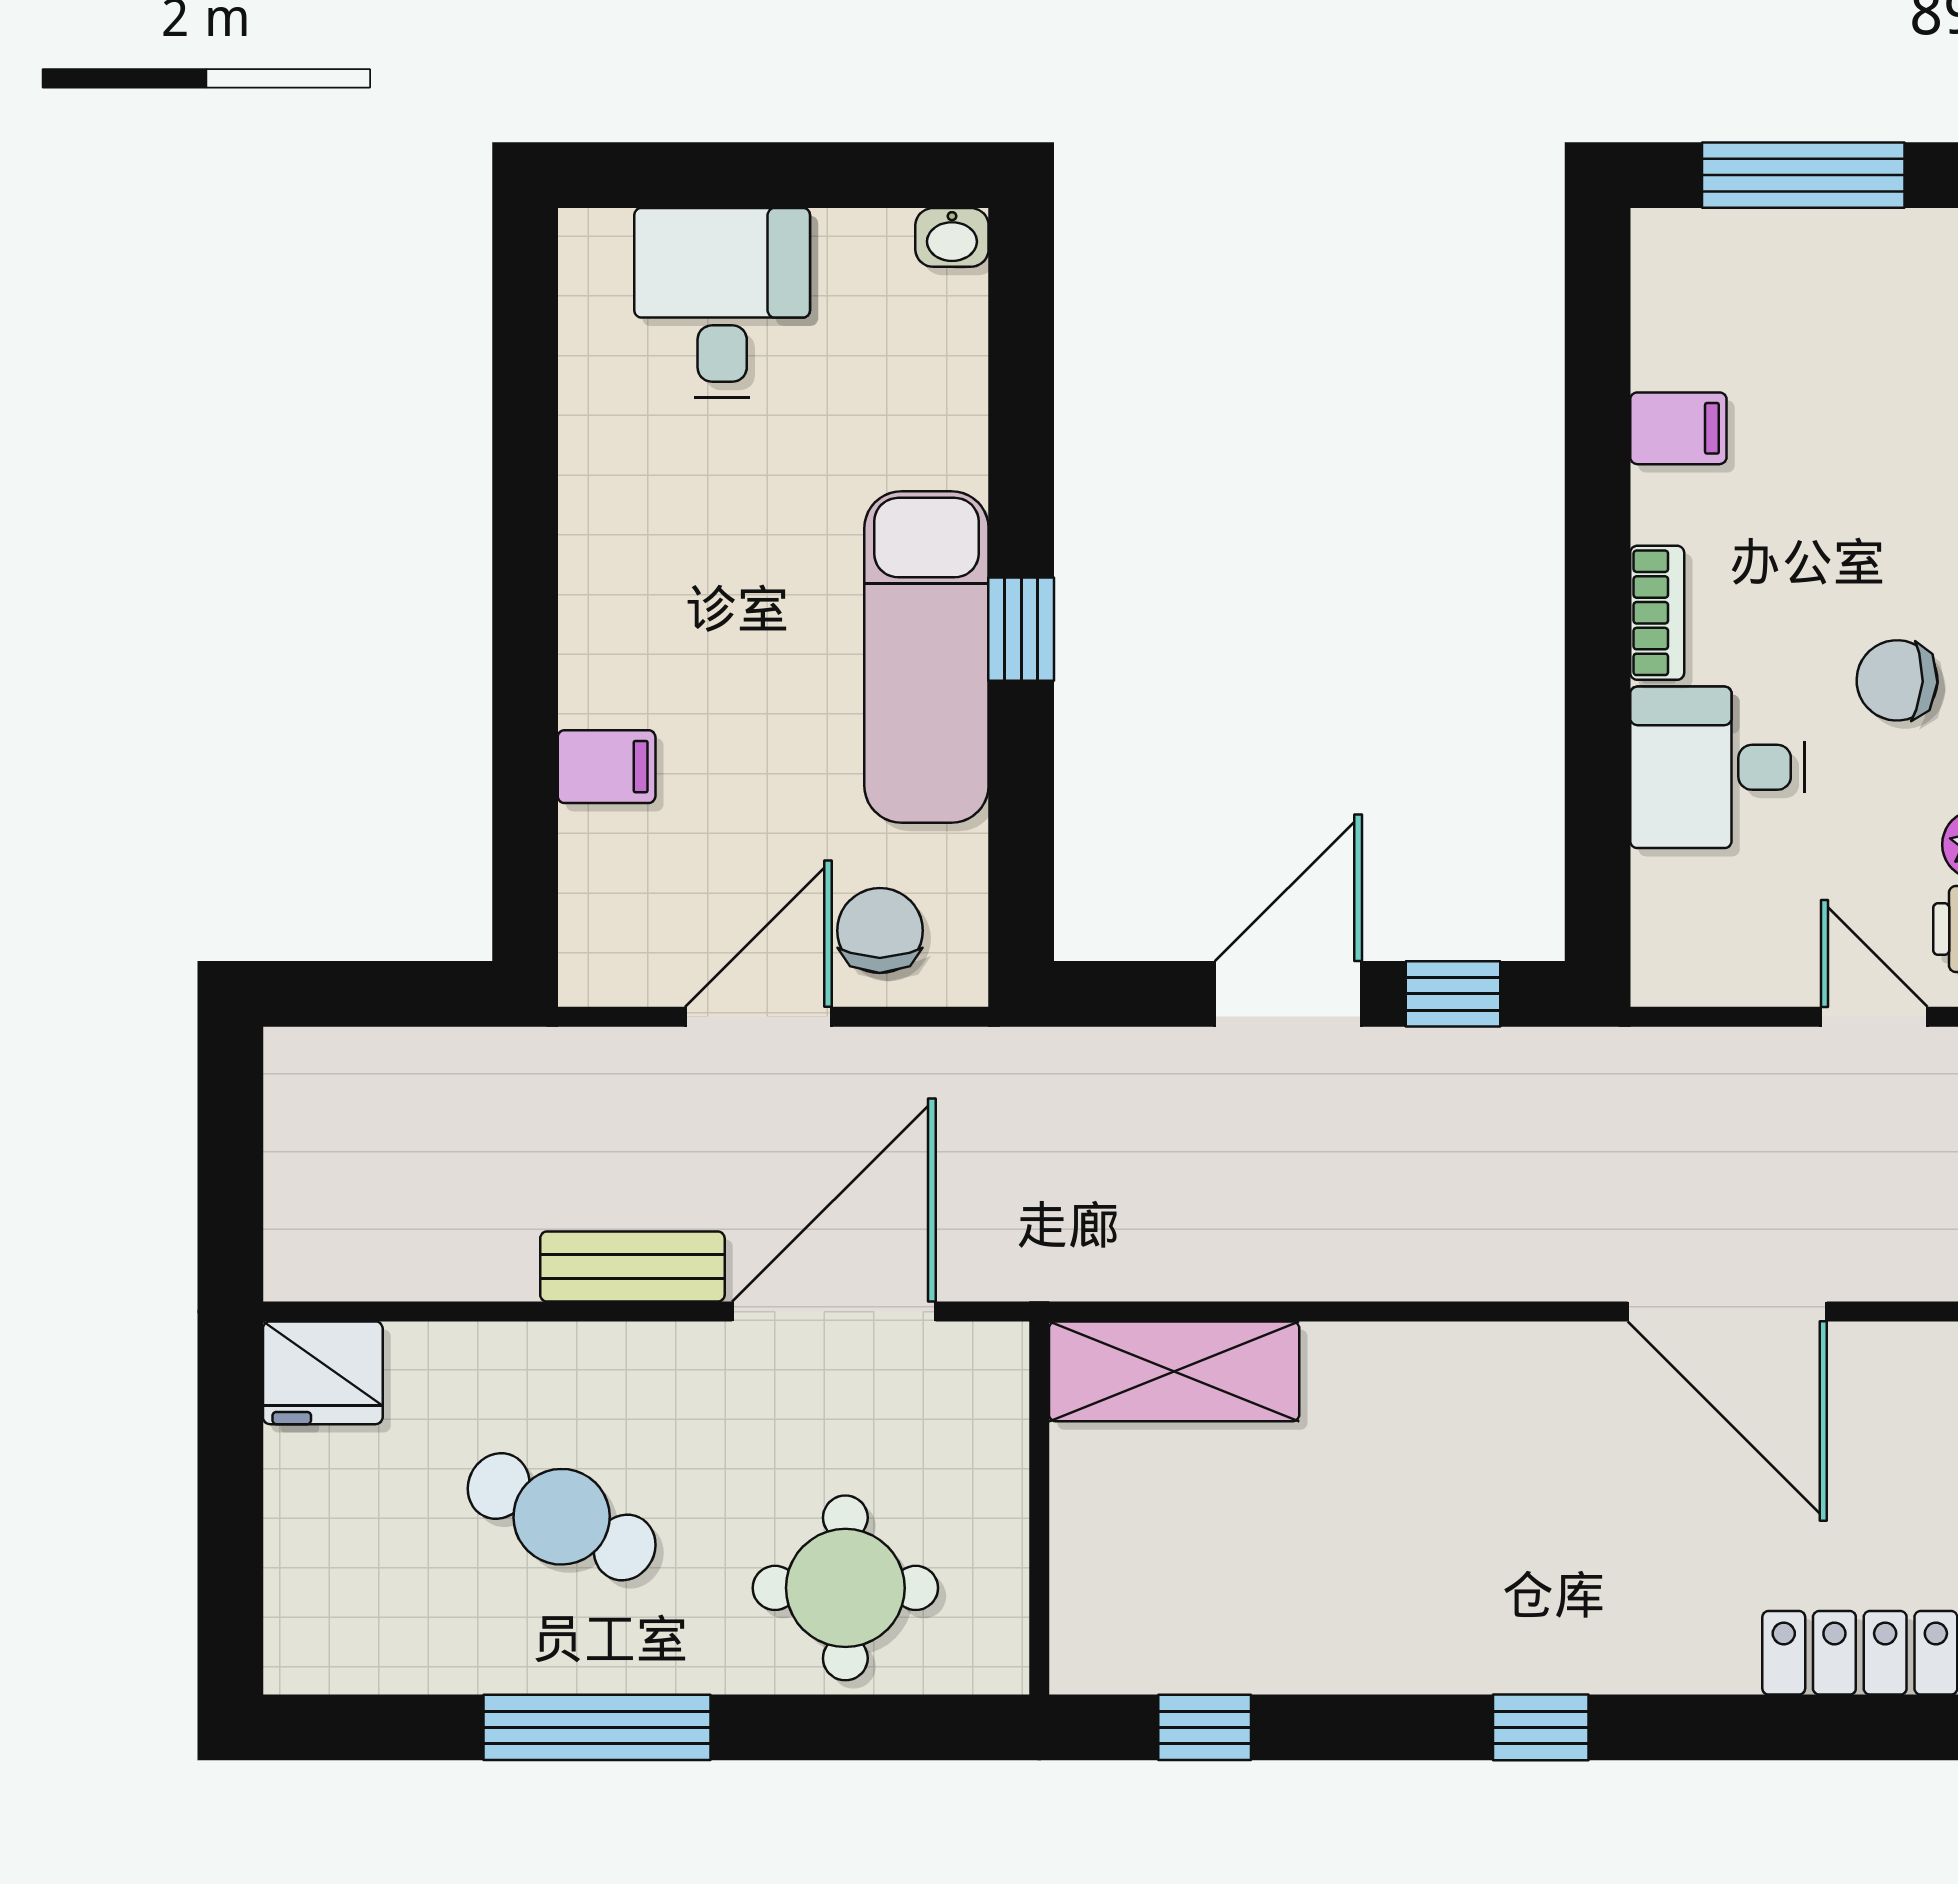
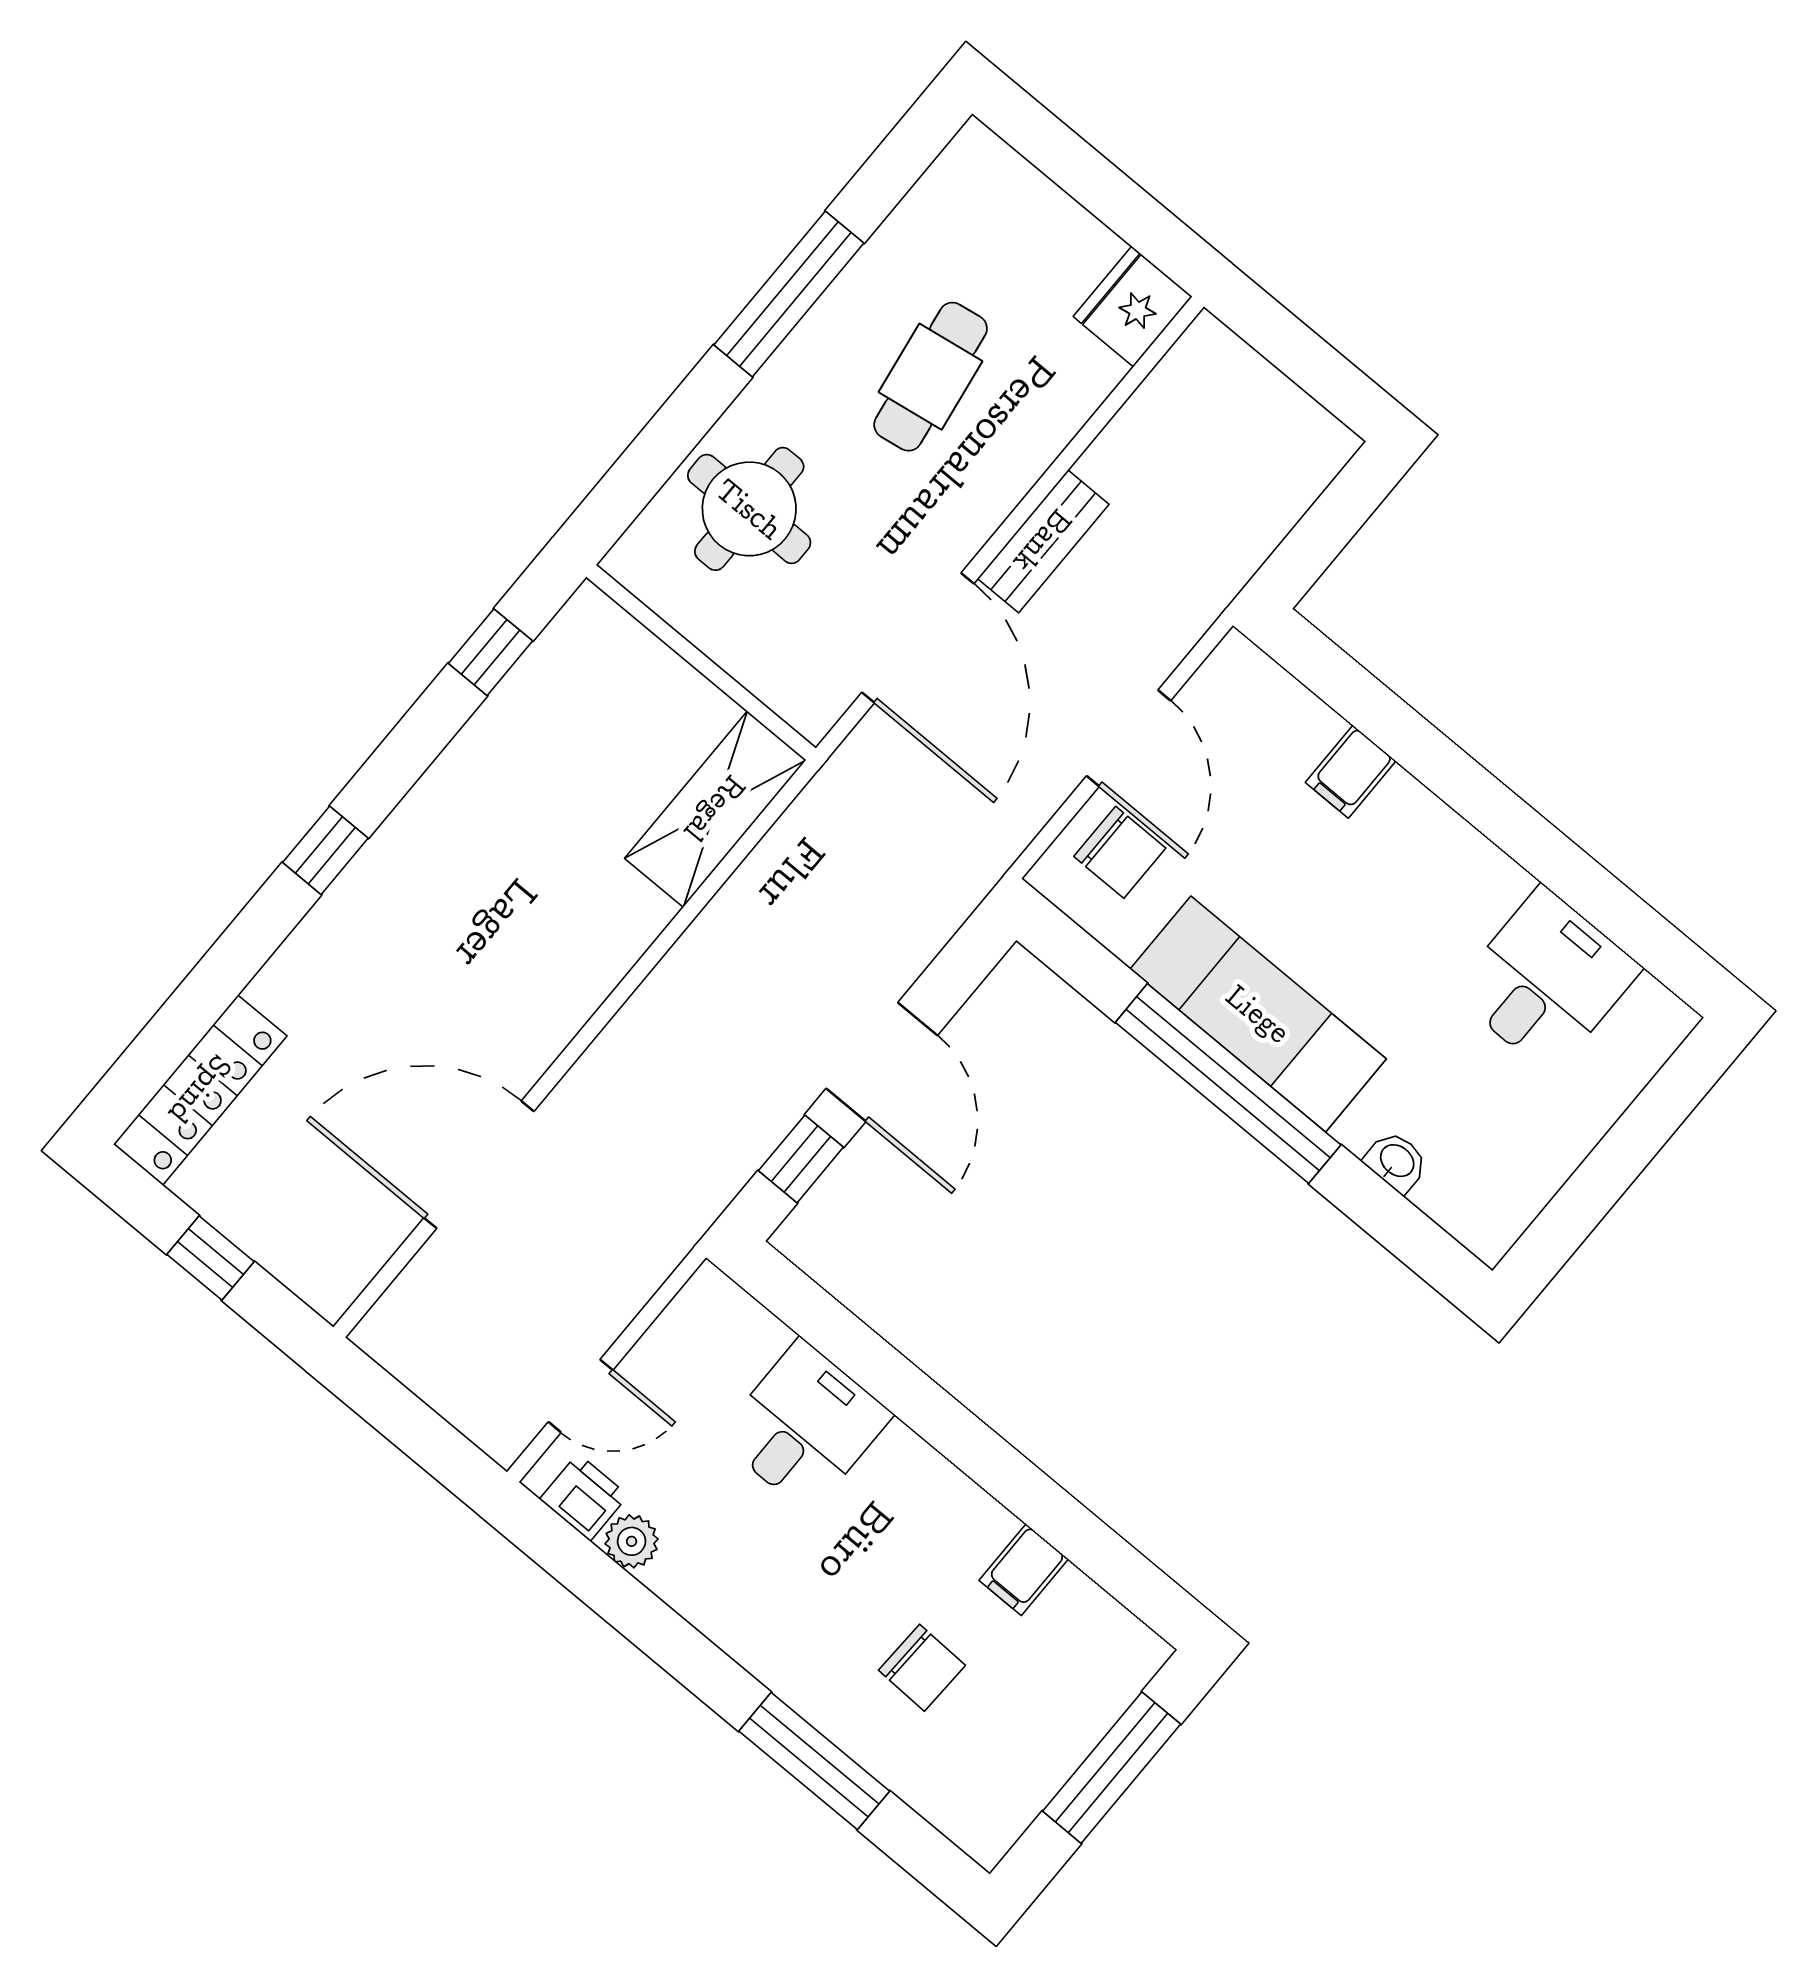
washbasin: (952, 237) -> (1396, 1162), moved, turned 90
desk: (722, 302) -> (1546, 980), moved, turned -90
bookcase: (1657, 613) -> (925, 1467), removed
window: (1021, 629) -> (1228, 1084), width x3.17
chair: (1897, 680) -> (922, 1668), moved, turned 89
cafe table: (562, 1517) -> (931, 377), turned -35

